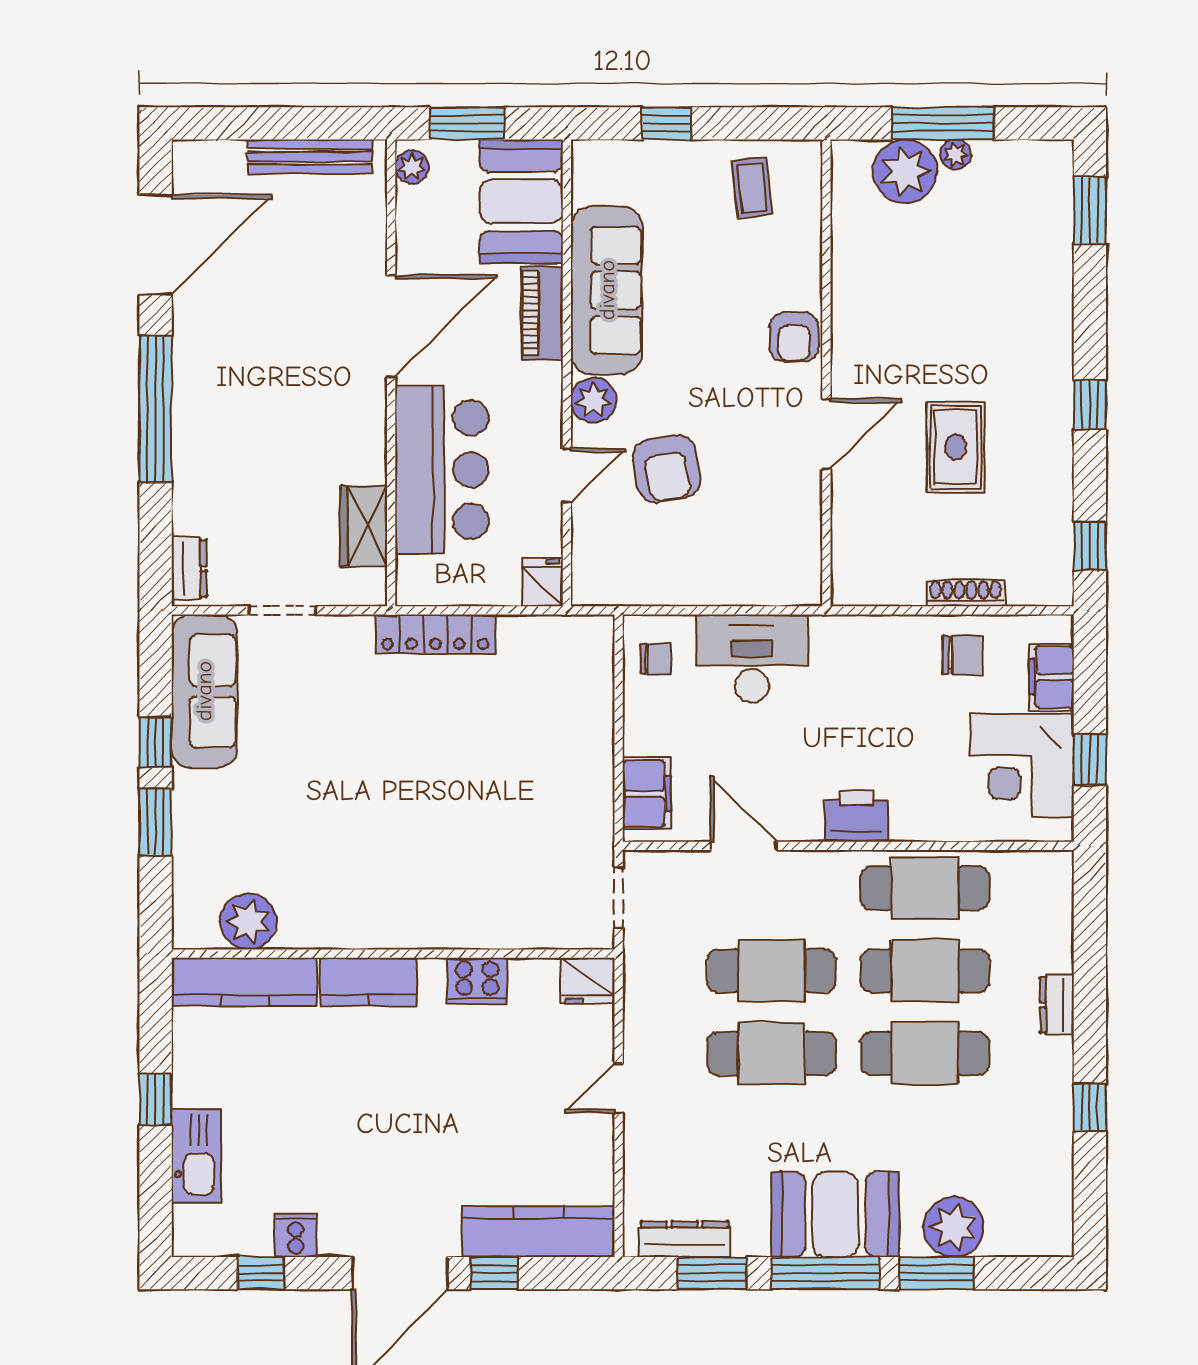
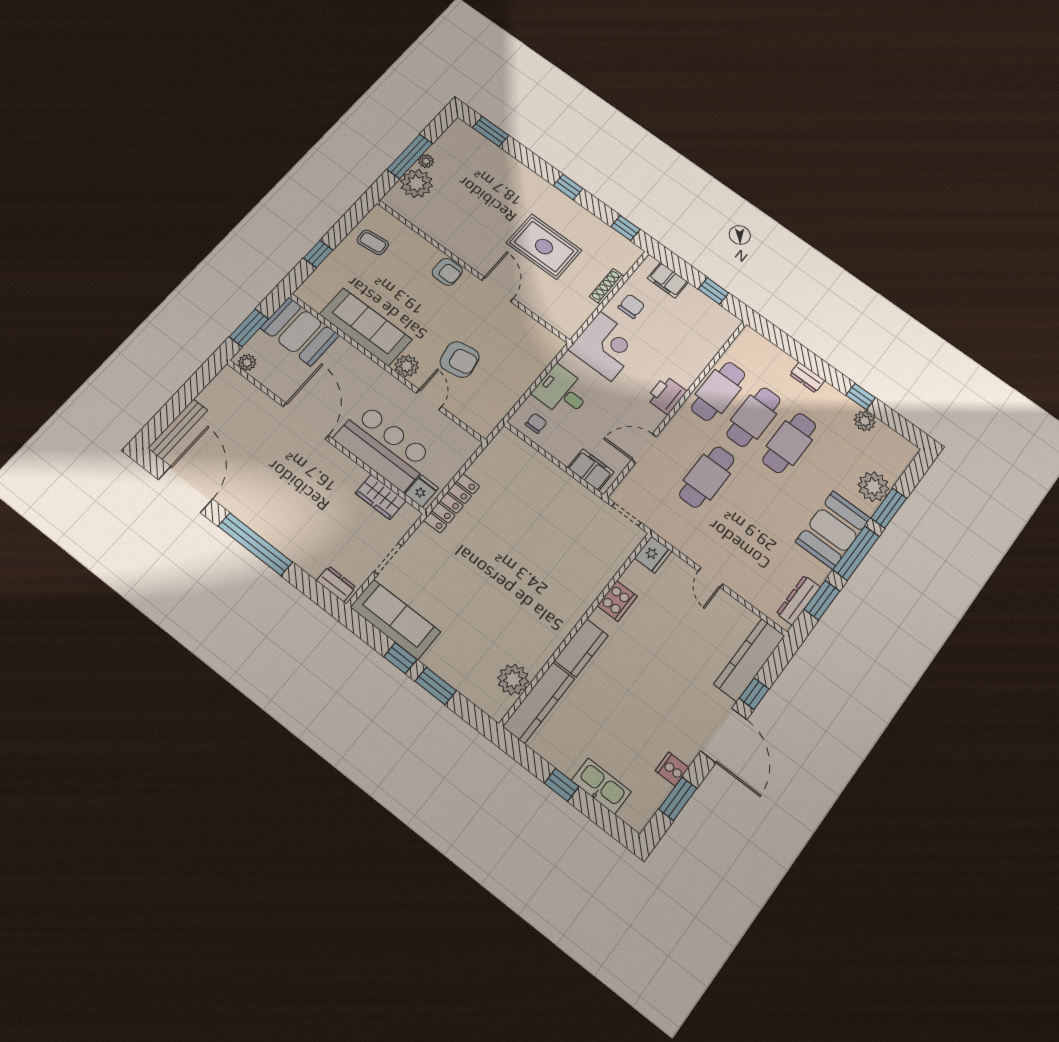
bench: (310, 157) -> (178, 429), moved
piano: (542, 313) -> (353, 359), removed
rug: (956, 447) -> (544, 247), width x1.36, depth x1.43
fridge: (543, 582) -> (422, 491), moved, turned 90
desk: (752, 659) -> (562, 392), width x0.73
corner desk: (1022, 766) -> (605, 346), moved, turned -90
cafe table: (772, 1054) -> (743, 504), removed
plant: (1053, 1141) -> (865, 421), added
window: (261, 1273) -> (678, 799), width x1.50

